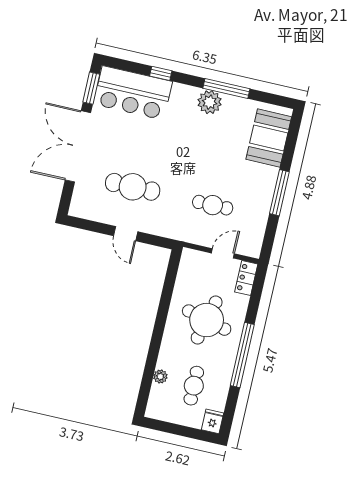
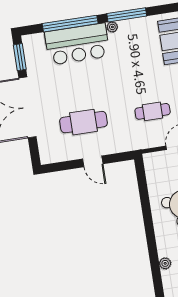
window: (161, 73) -> (70, 24), width x3.17
bar counter: (133, 93) -> (77, 44), moved
plant: (210, 102) -> (112, 27), width x0.53, depth x0.53

